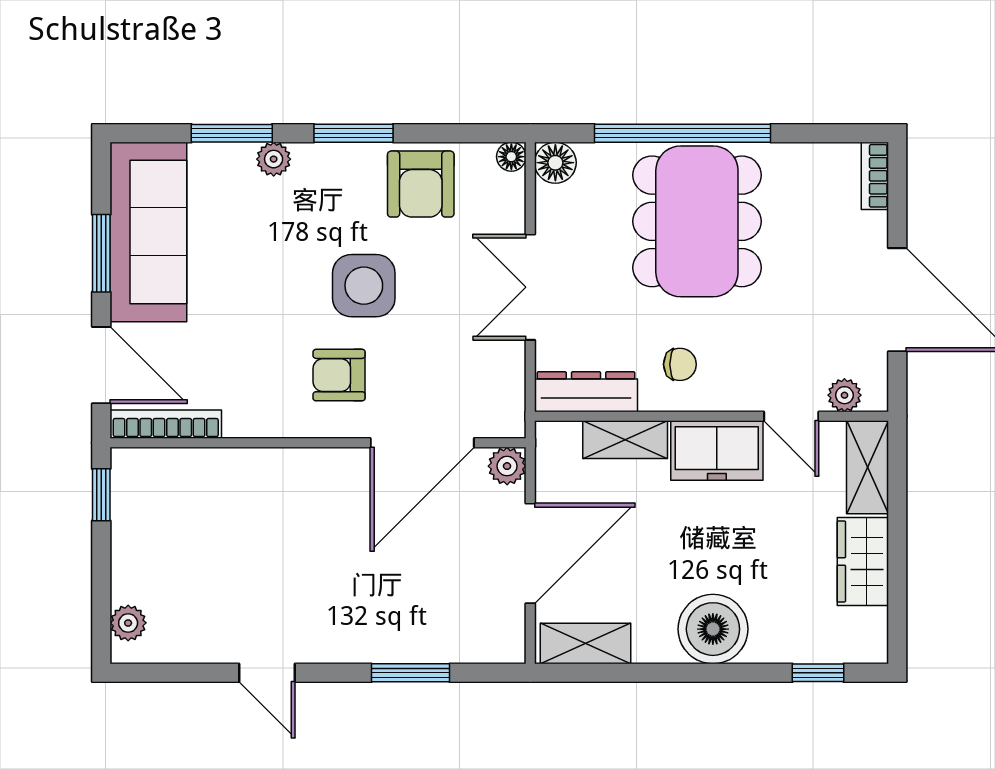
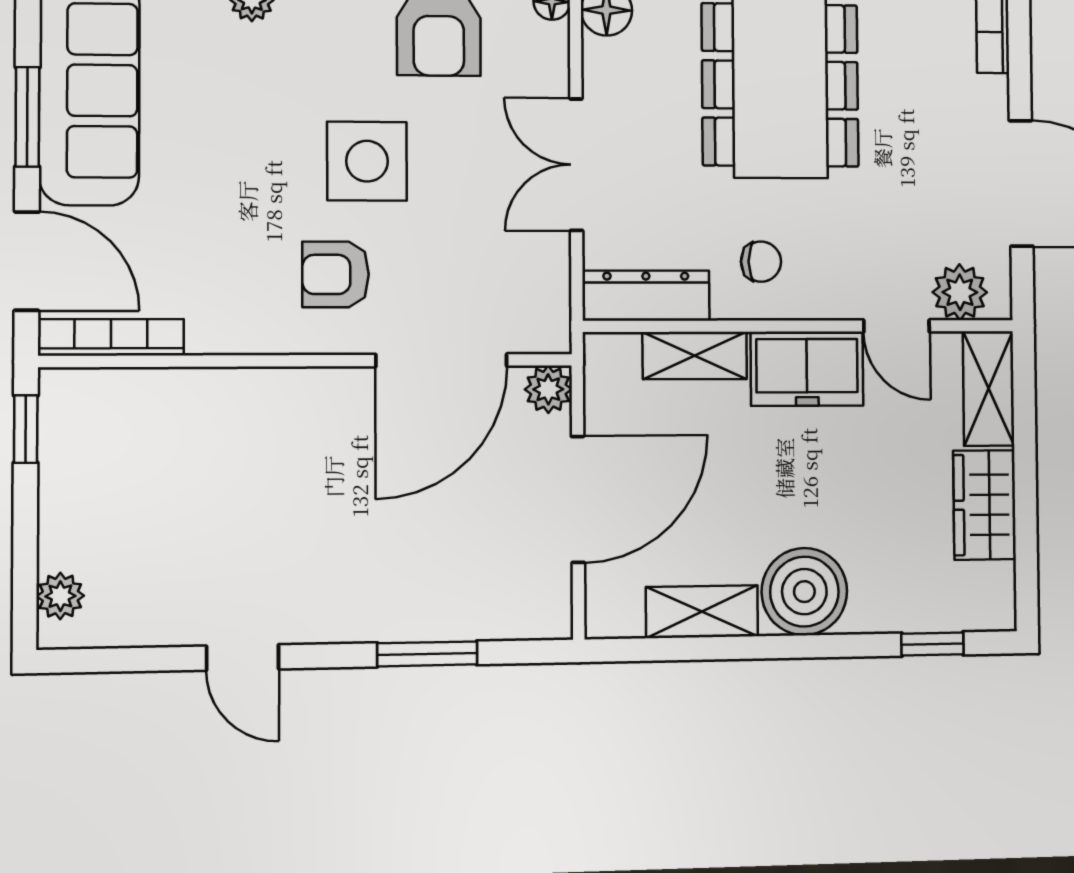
plant: (844, 395) -> (960, 292), width x1.38, depth x1.38
shelving: (586, 644) -> (702, 612), moved

